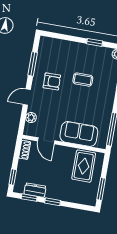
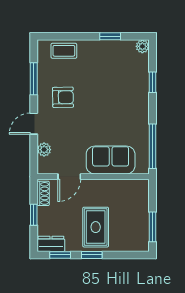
coffee table: (83, 80) -> (64, 51), moved
door: (46, 141) -> (69, 177), hinge flipped
rug: (84, 166) -> (96, 227), moved
window: (13, 177) -> (34, 215), moved
dresser: (35, 190) -> (51, 244), moved

